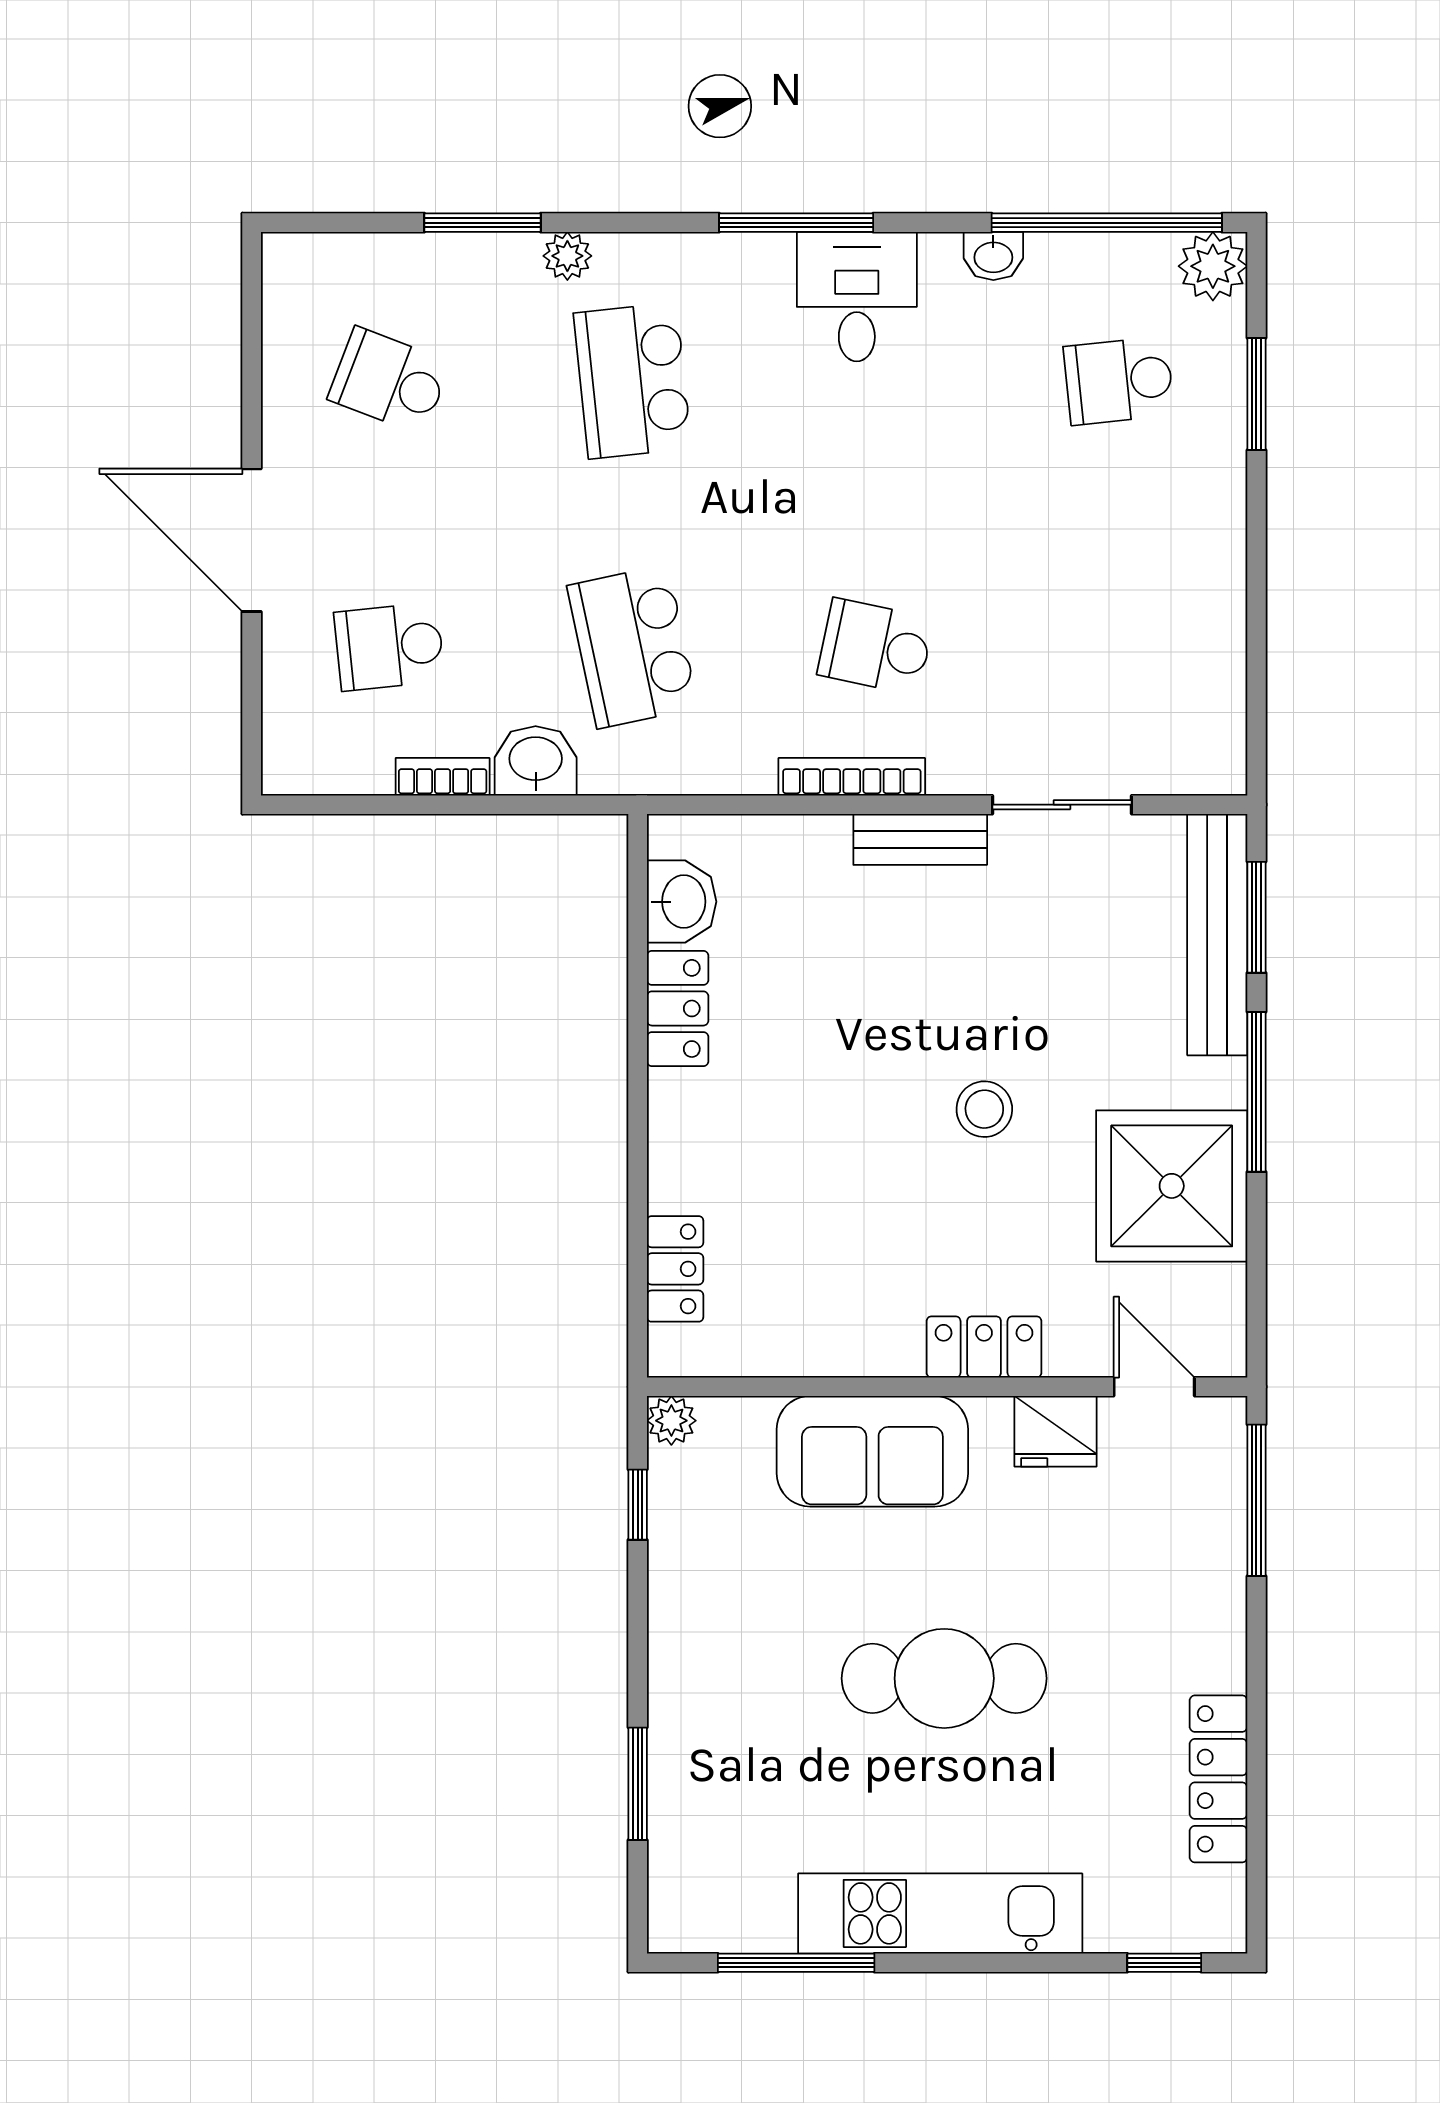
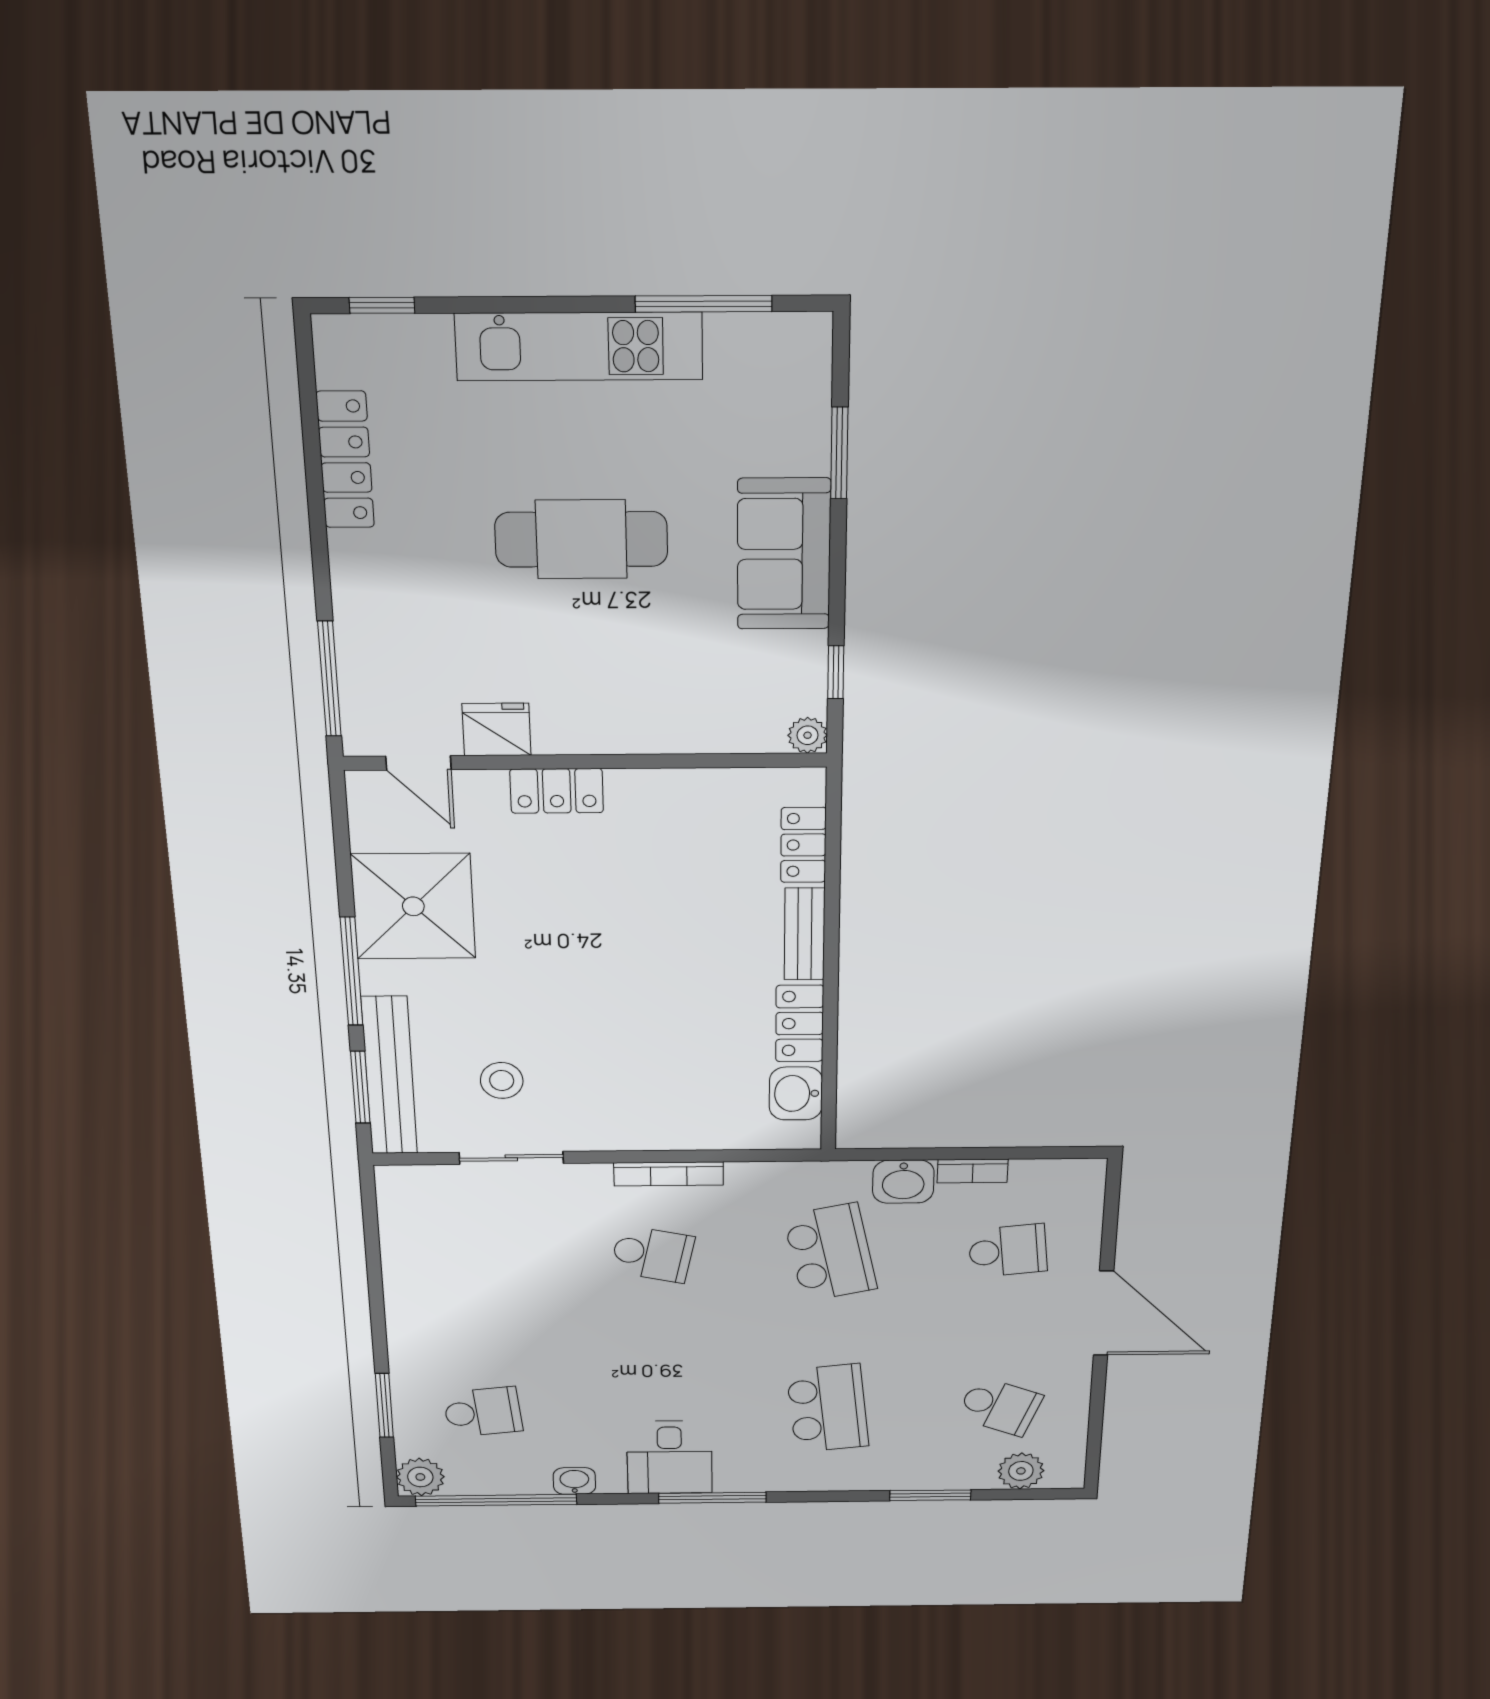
plant: (567, 256) -> (1021, 1471), moved, width x1.38, depth x1.38
bench: (920, 839) -> (805, 934), moved, turned 90
stool: (984, 1109) -> (502, 1080), moved
sofa: (872, 1451) -> (784, 554), moved, turned -90

